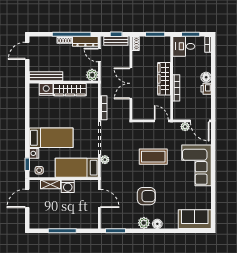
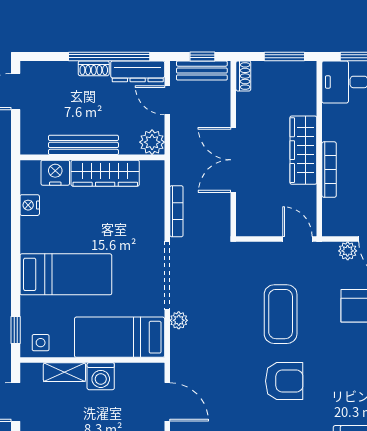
bench: (46, 76) -> (83, 145), moved
nightstand: (34, 153) -> (30, 205), moved
coffee table: (153, 157) -> (281, 314), turned 90
armchair: (146, 196) -> (284, 381), moved

